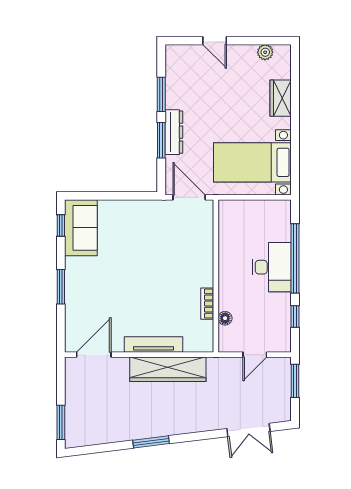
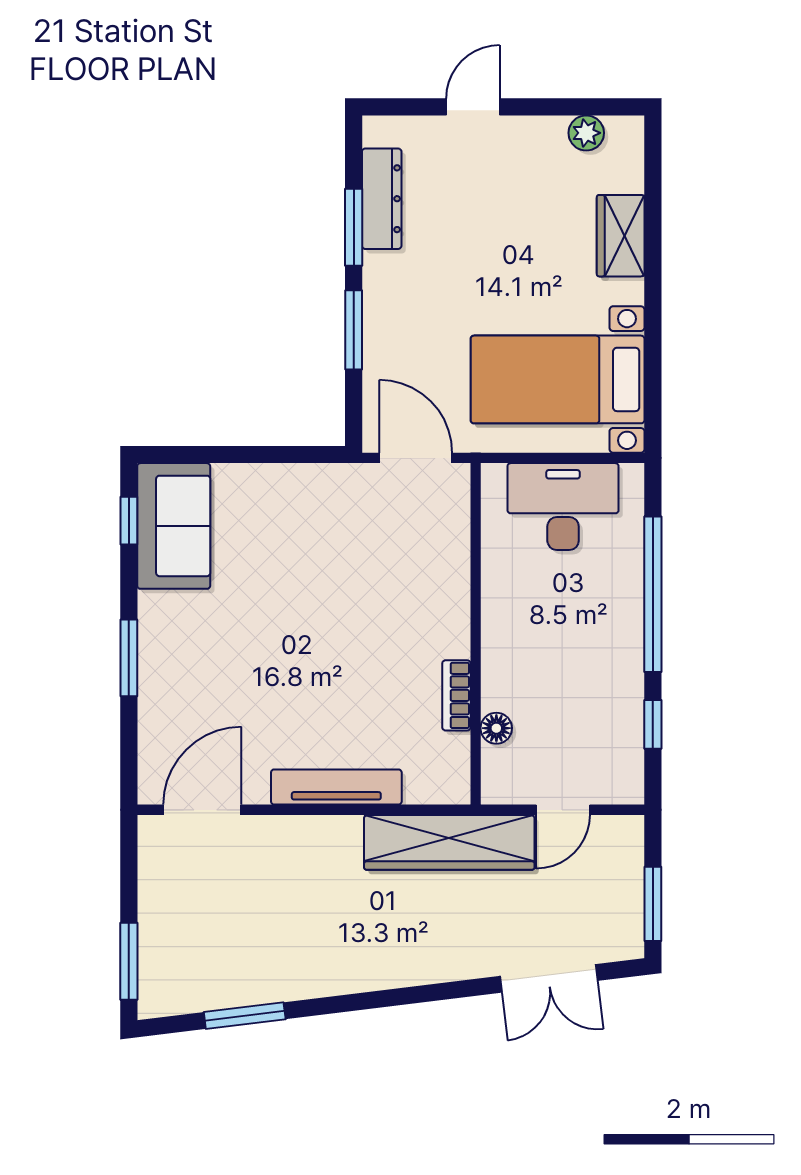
door: (215, 41) -> (473, 107), swing flipped
dresser: (174, 132) -> (382, 199), moved
desk: (272, 267) -> (563, 507), moved, turned -90
wardrobe: (168, 369) -> (449, 842), moved
window: (295, 381) -> (653, 904), moved
window: (151, 442) -> (245, 1016), moved

